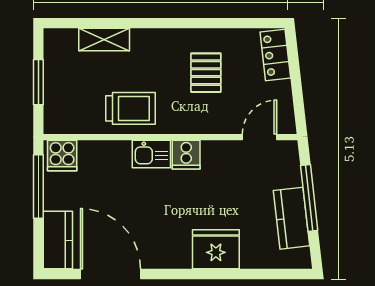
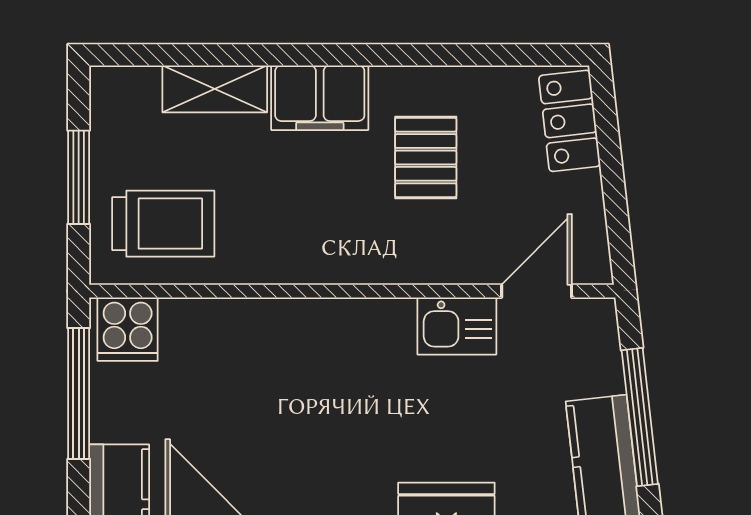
filing cabinet: (155, 44) -> (320, 98), added
trolley: (130, 108) -> (163, 224), moved
kitchen sink: (151, 154) -> (457, 326), moved
cooker: (186, 155) -> (385, 327), removed

